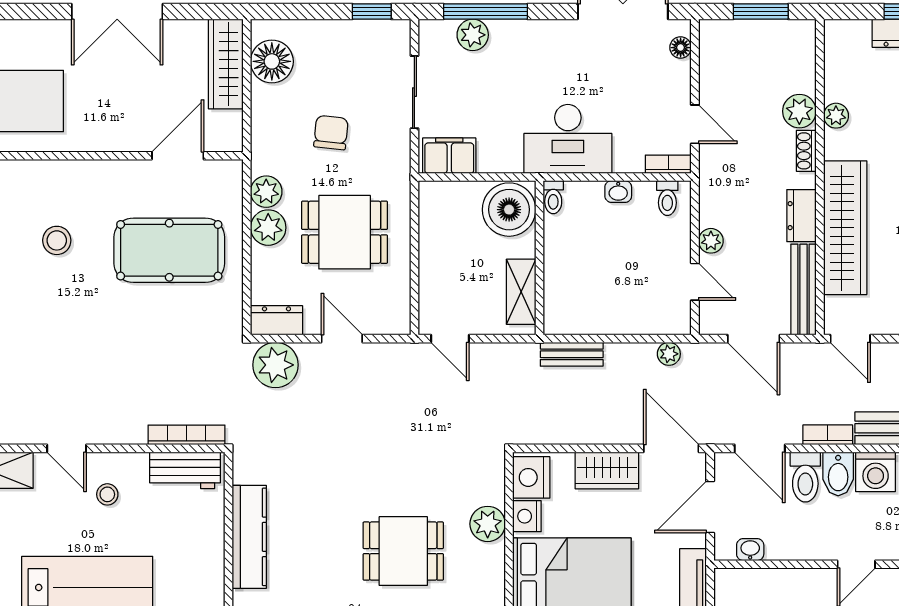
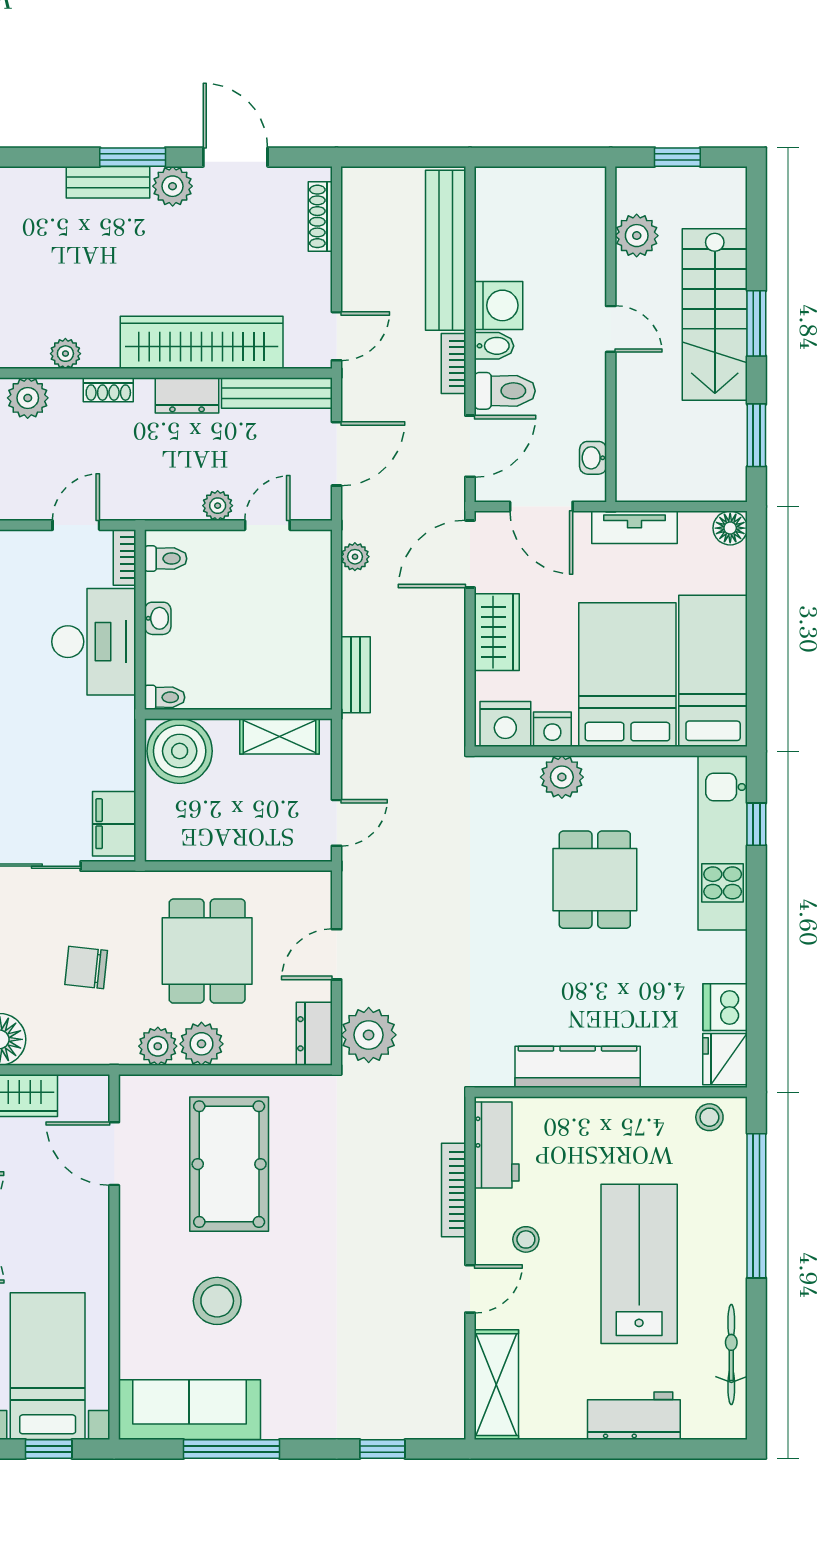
plant: (799, 111) -> (28, 398), moved
desk: (568, 139) -> (94, 642), moved
stool: (57, 240) -> (217, 1301), width x1.38, depth x1.38
bookcase: (187, 435) -> (454, 1190), moved
bidet: (838, 474) -> (494, 346), width x0.72, depth x0.74

